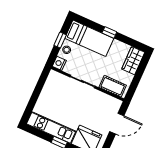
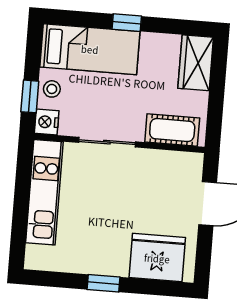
window: (60, 40) -> (30, 96), moved
kitchen unit: (51, 127) -> (44, 192), moved, turned 90

